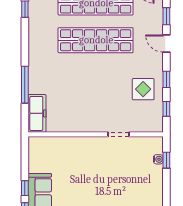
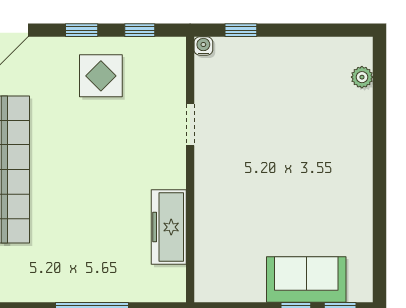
freezer: (37, 113) -> (169, 227), moved, turned -90
water cooler: (158, 159) -> (203, 46), moved

